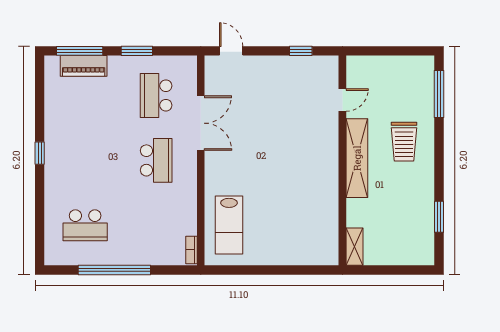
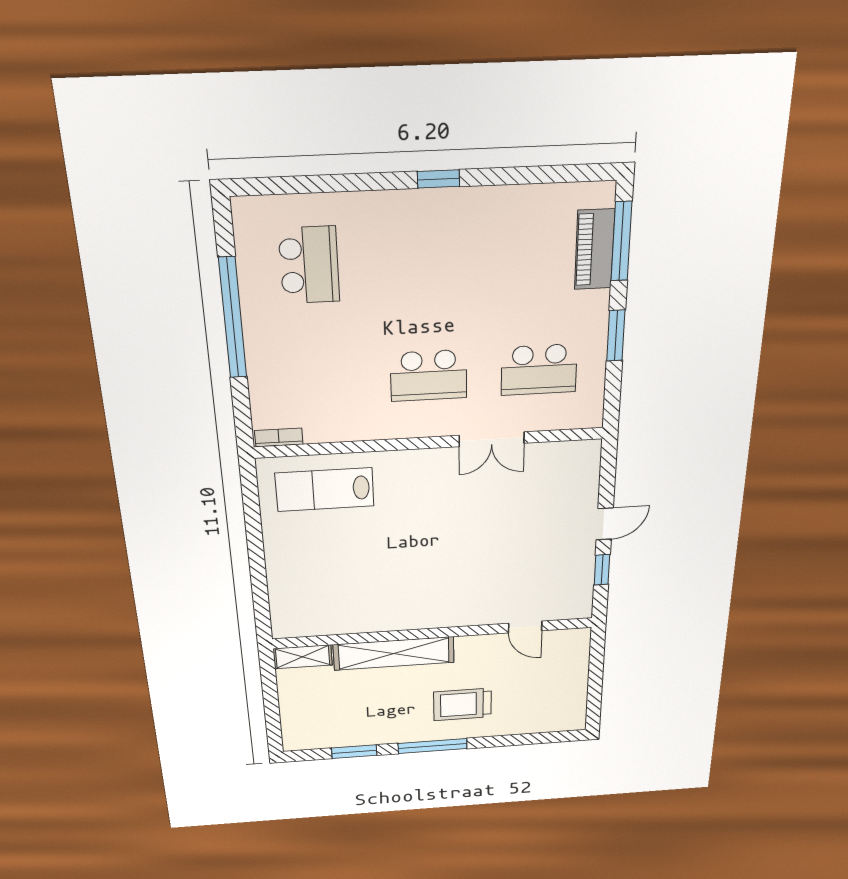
door: (231, 51) -> (605, 524), moved
window: (439, 94) -> (433, 746), moved
school desk: (156, 95) -> (539, 370), turned 180
double door: (201, 123) -> (492, 439), width x0.73
shelving: (357, 158) -> (394, 653), moved
school desk: (85, 225) -> (309, 265), turned 180

